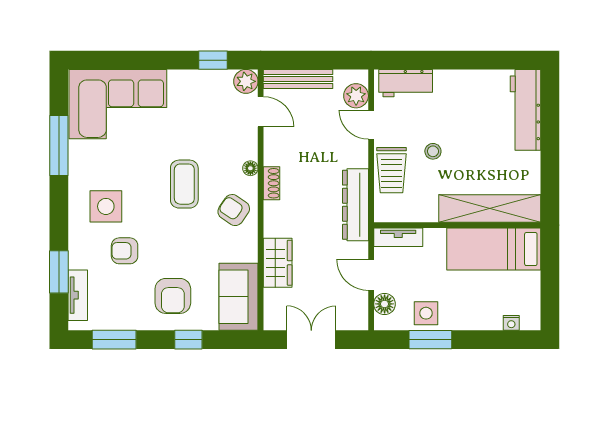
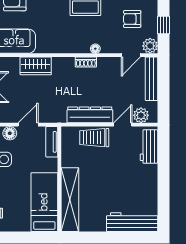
stool: (433, 151) -> (106, 164), removed
dresser: (355, 205) -> (90, 115), moved
armchair: (234, 210) -> (132, 19), moved, turned -124

